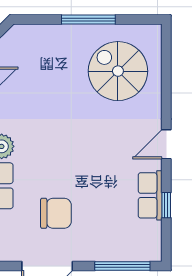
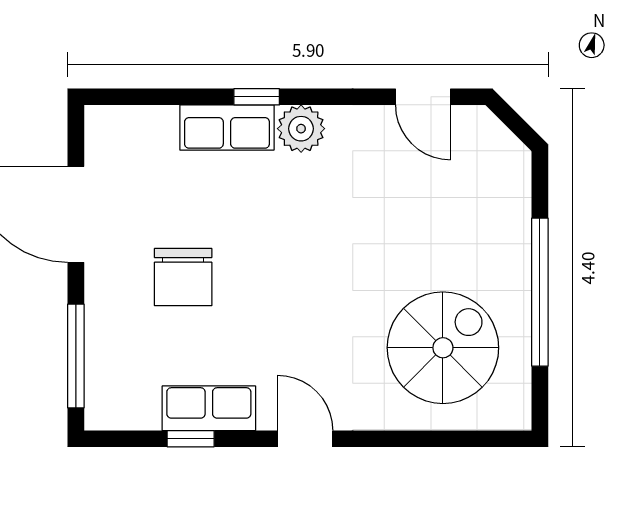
window: (88, 20) -> (540, 292), width x1.46
chair: (56, 213) -> (183, 277), moved

